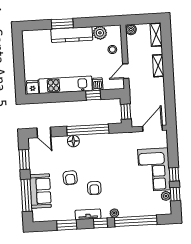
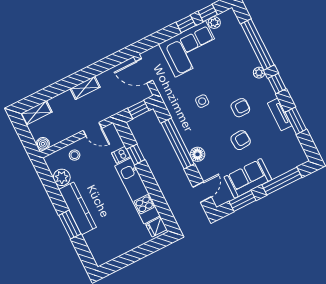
shelving: (158, 66) -> (85, 88), moved
side table: (111, 162) -> (202, 101), added
sofa: (41, 191) -> (248, 178), moved
tv unit: (88, 214) -> (280, 114), moved

